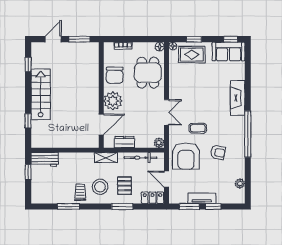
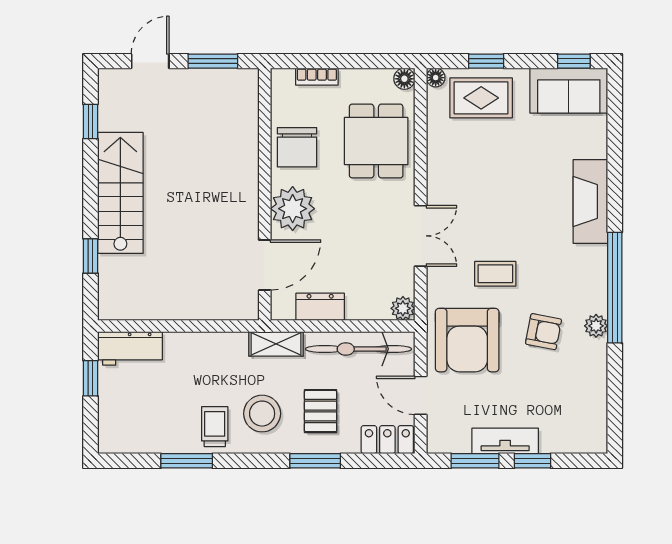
bicycle: (140, 158) -> (359, 349), width x1.37, depth x1.40
plant: (240, 184) -> (596, 326), moved

